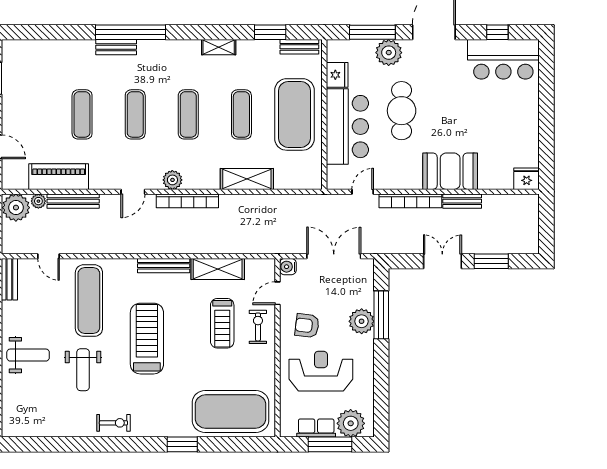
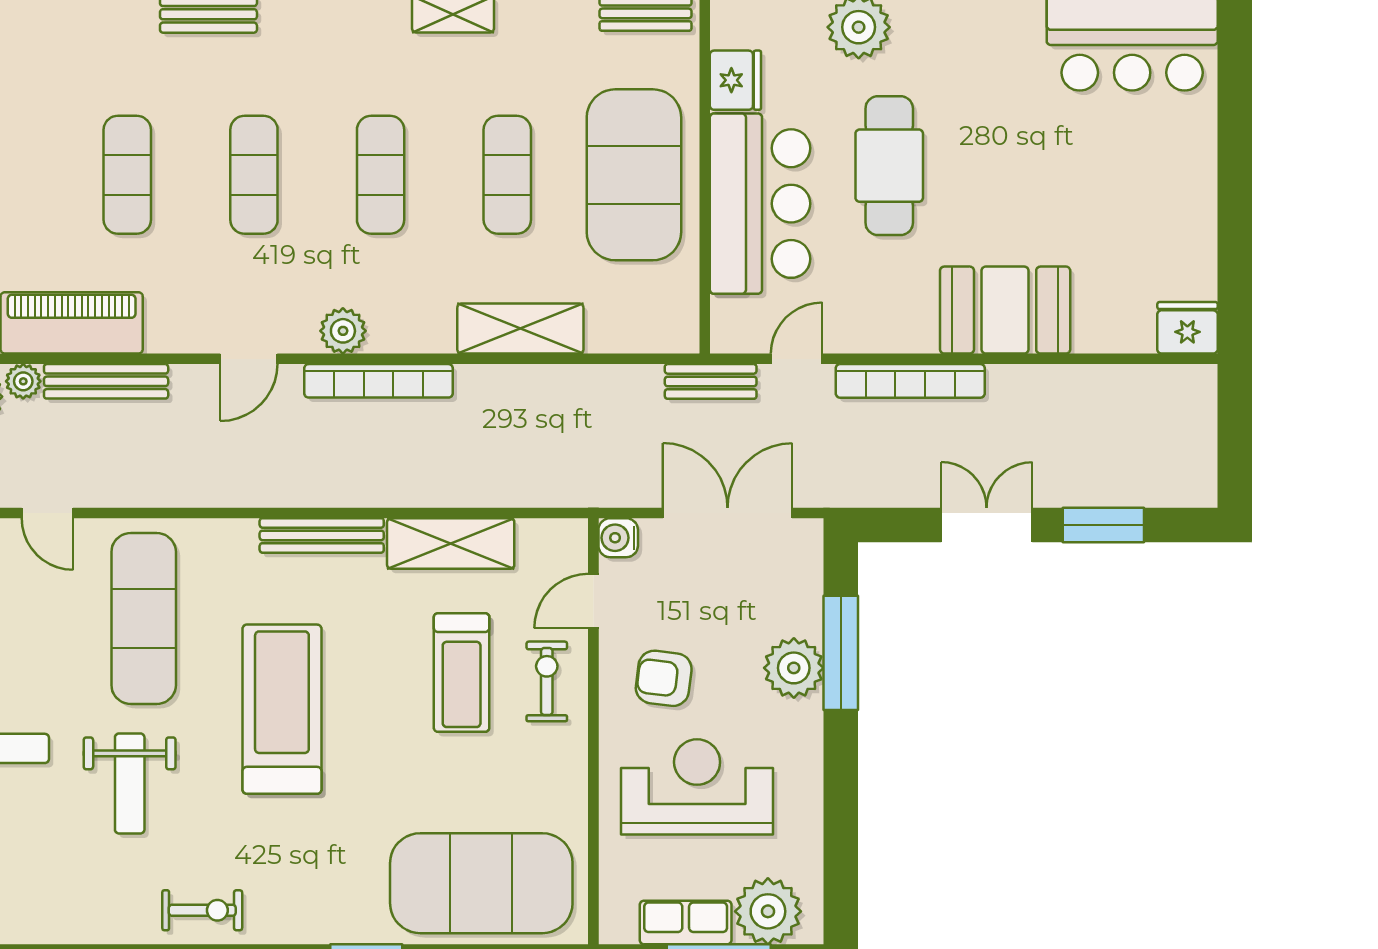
bench: (462, 201) -> (711, 381), moved

